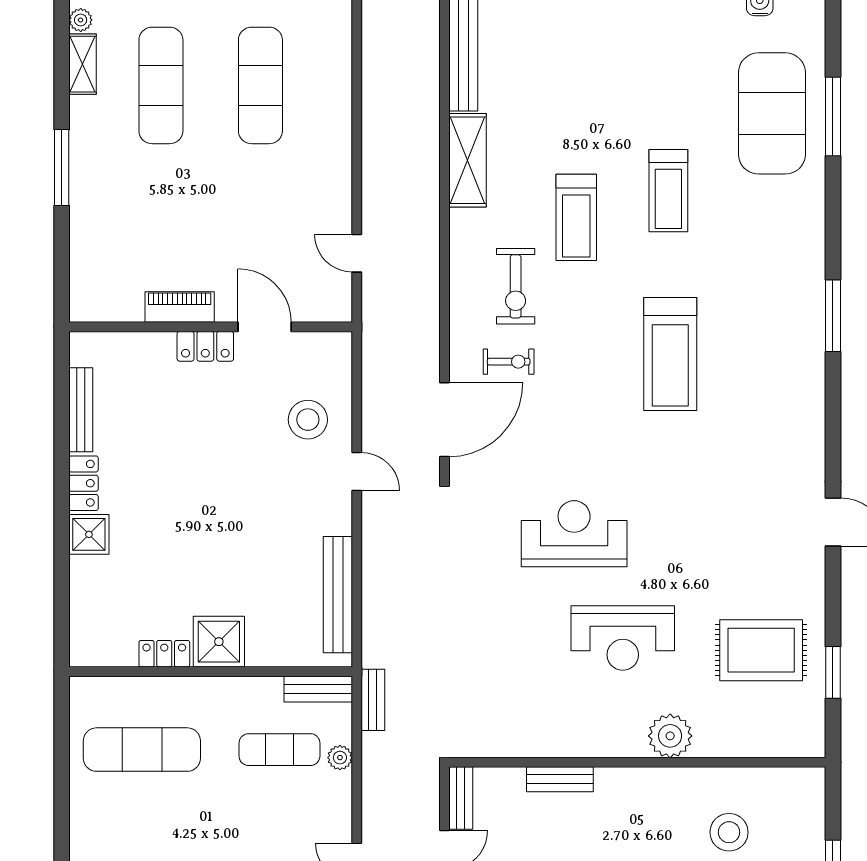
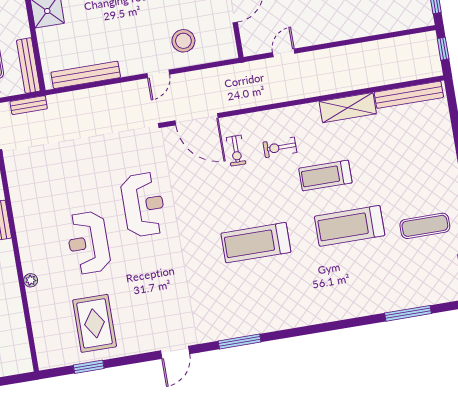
exercise mat: (772, 113) -> (425, 226), moved, width x0.50, depth x0.69
treadmill: (668, 191) -> (350, 226), width x1.37, depth x1.38
exercise bike: (516, 286) -> (280, 147), width x0.73, depth x0.72
window: (833, 316) -> (240, 341), moved
bench: (318, 689) -> (28, 66), width x1.36
plant: (670, 736) -> (31, 280), width x0.53, depth x0.53

